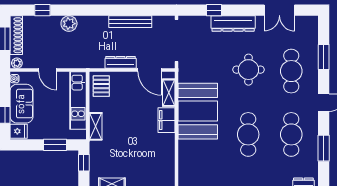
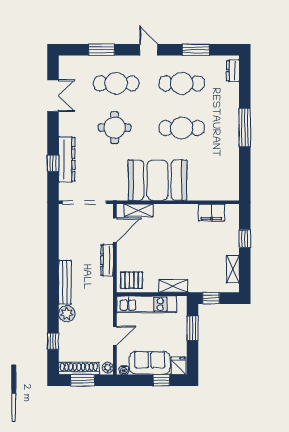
bench: (130, 22) -> (65, 282), moved
dresser: (233, 23) -> (67, 159), moved
filing cabinet: (167, 120) -> (211, 213), moved

